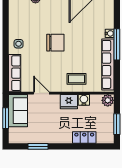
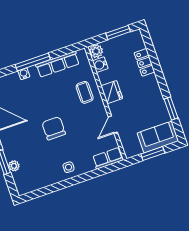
row of seats: (108, 64) -> (58, 64), width x0.73
row of seats: (15, 73) -> (108, 158), width x0.68
water cooler: (84, 100) -> (100, 65), moved
sofa: (18, 111) -> (158, 137), moved

